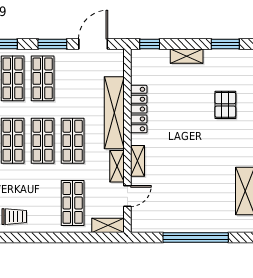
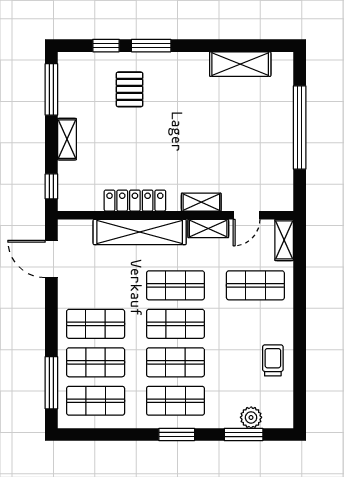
window: (52, 44) -> (51, 311), removed
window: (225, 44) -> (51, 89), width x1.44
pallet: (225, 105) -> (130, 89), turned 90
door: (127, 196) -> (247, 215), swing flipped

